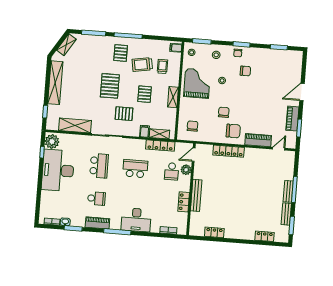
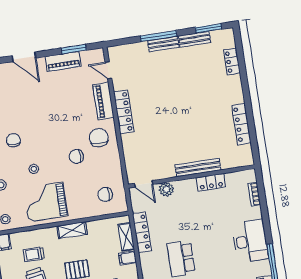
locker: (229, 151) -> (124, 112), moved
school desk: (172, 171) -> (173, 208), removed
locker: (214, 232) -> (241, 124), width x1.53

